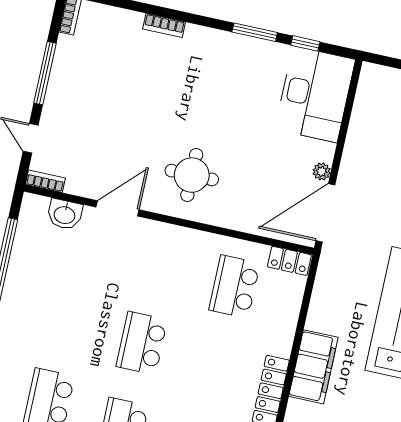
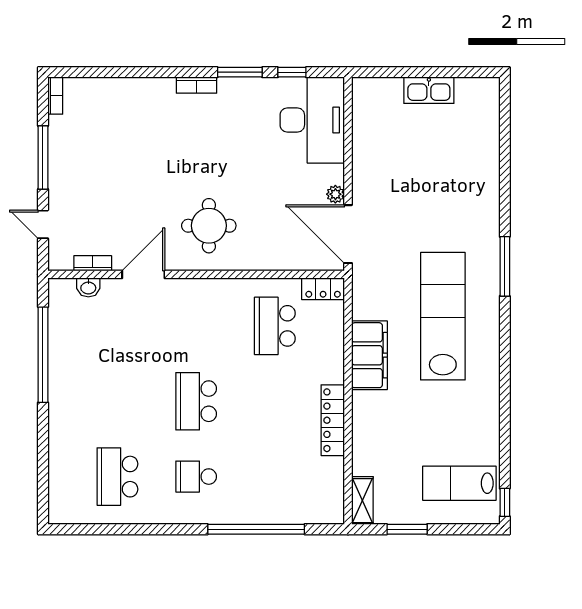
bookcase: (164, 25) -> (197, 85), moved
bookcase: (45, 181) -> (93, 263), moved
door: (325, 213) -> (348, 234), hinge flipped
washbasin: (65, 214) -> (88, 287), width x0.72, depth x0.69
filing cabinet: (313, 367) -> (369, 355), moved

